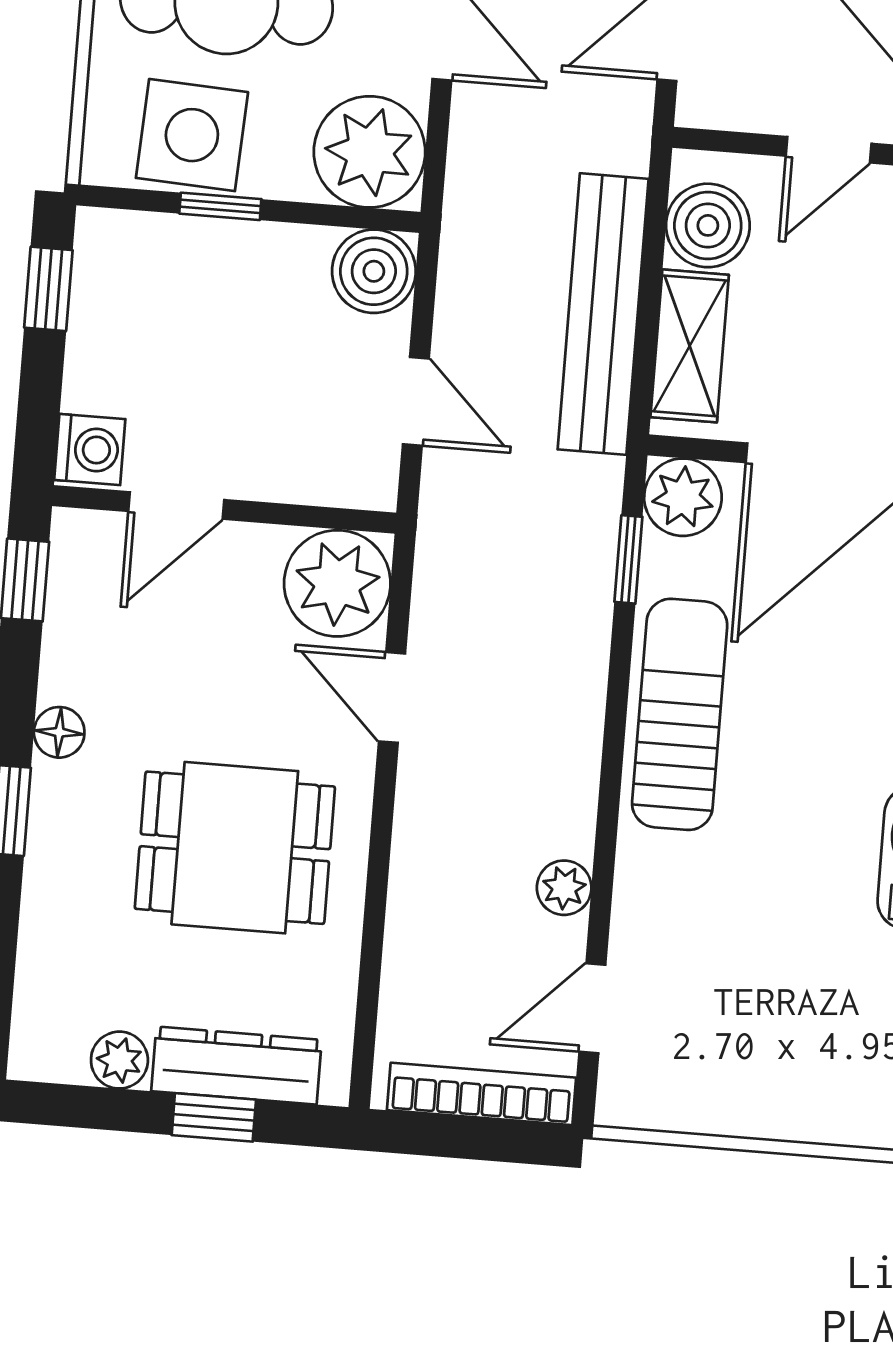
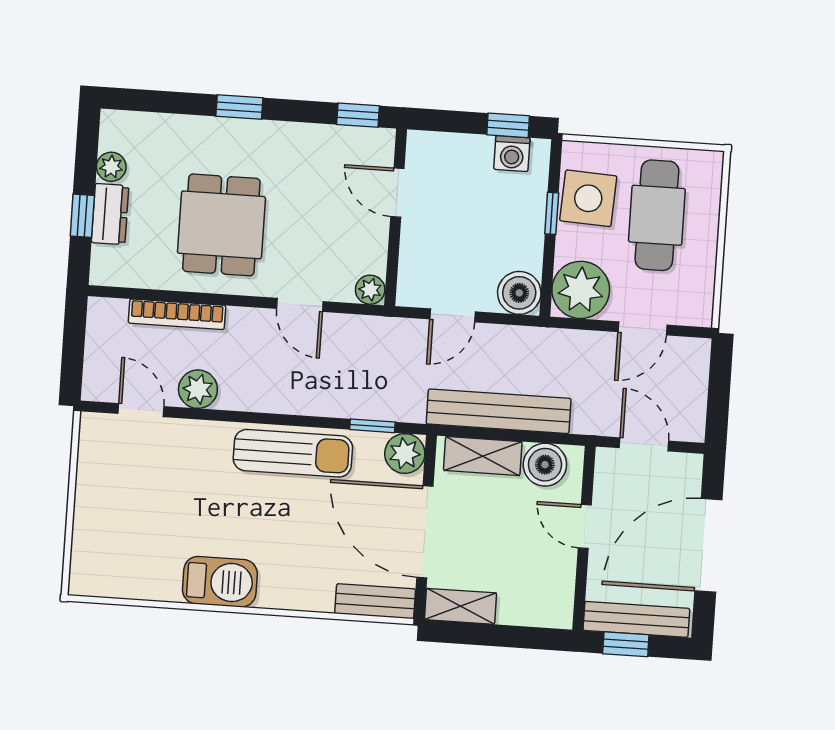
washing machine: (90, 449) -> (512, 154), moved
plant: (337, 583) -> (370, 290), width x0.53, depth x0.53
door: (392, 697) -> (300, 305), swing flipped
floor lamp: (59, 732) -> (280, 134), removed
plant: (564, 888) -> (198, 389), width x1.38, depth x1.38
dresser: (236, 1065) -> (110, 214), width x0.70
bookcase: (482, 1094) -> (177, 314), moved, turned 90

